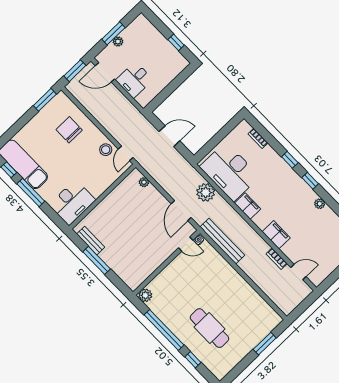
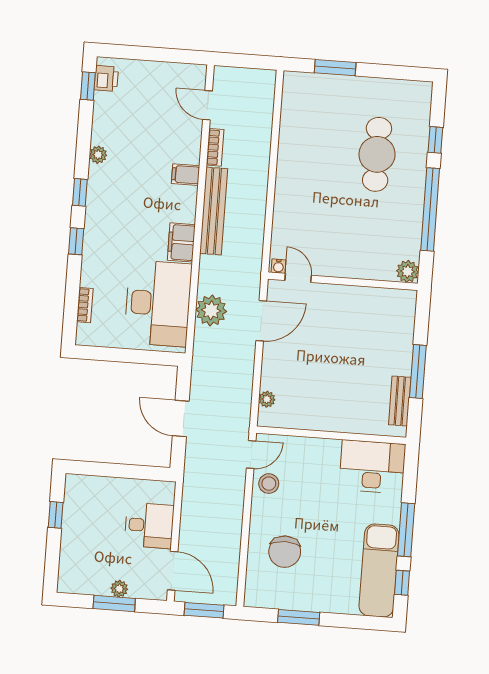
window: (45, 100) -> (299, 617), moved
filing cabinet: (276, 235) -> (186, 175), width x0.50
bench: (222, 241) -> (214, 211), moved

